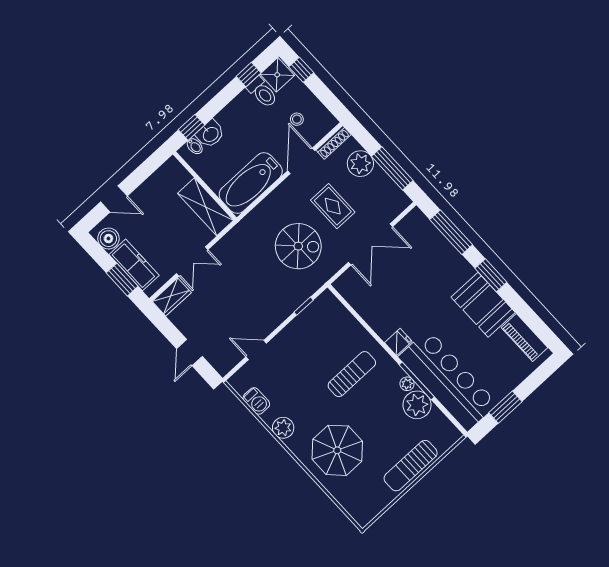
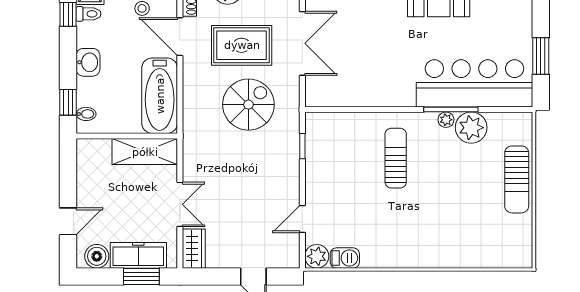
toilet: (262, 92) -> (89, 14), width x0.73, depth x0.72
washbasin: (210, 134) -> (88, 62), moved
rug: (333, 206) -> (242, 45), width x1.36, depth x1.43
fridge: (398, 342) -> (405, 95), removed
plant: (283, 428) -> (317, 256), moved
parasol: (337, 450) -> (448, 229), removed

